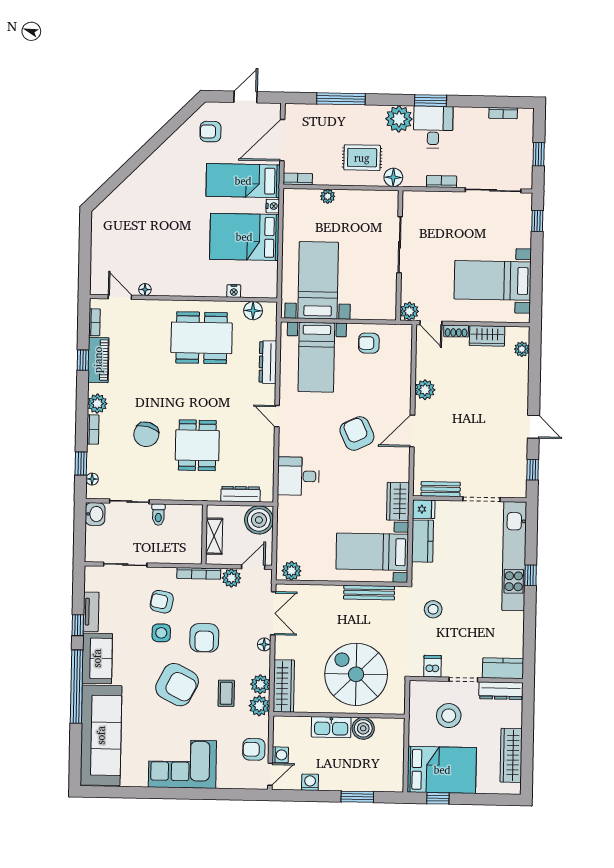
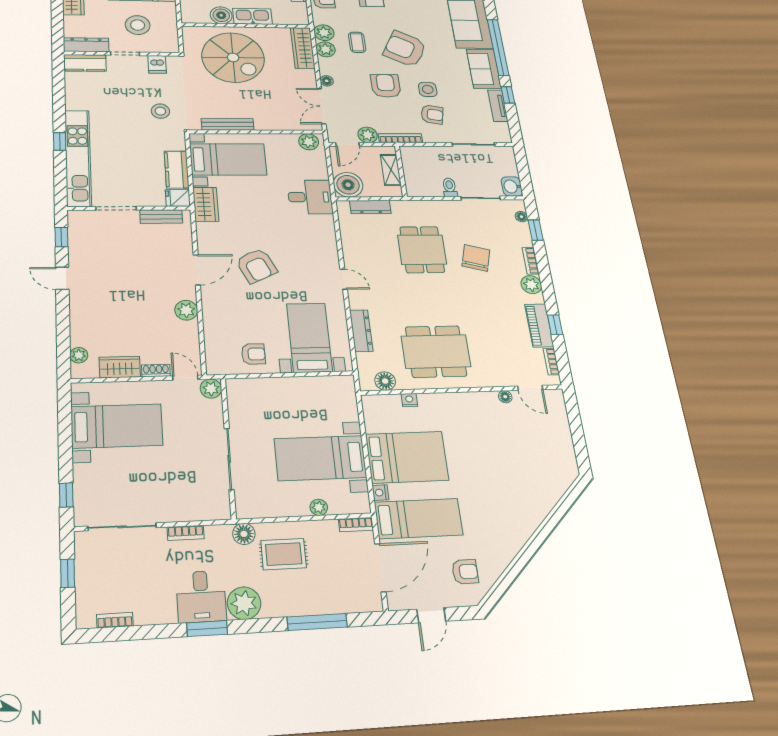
bed with nightstands: (318, 280) -> (320, 458), moved, turned 90
desk: (298, 476) -> (310, 197), moved

